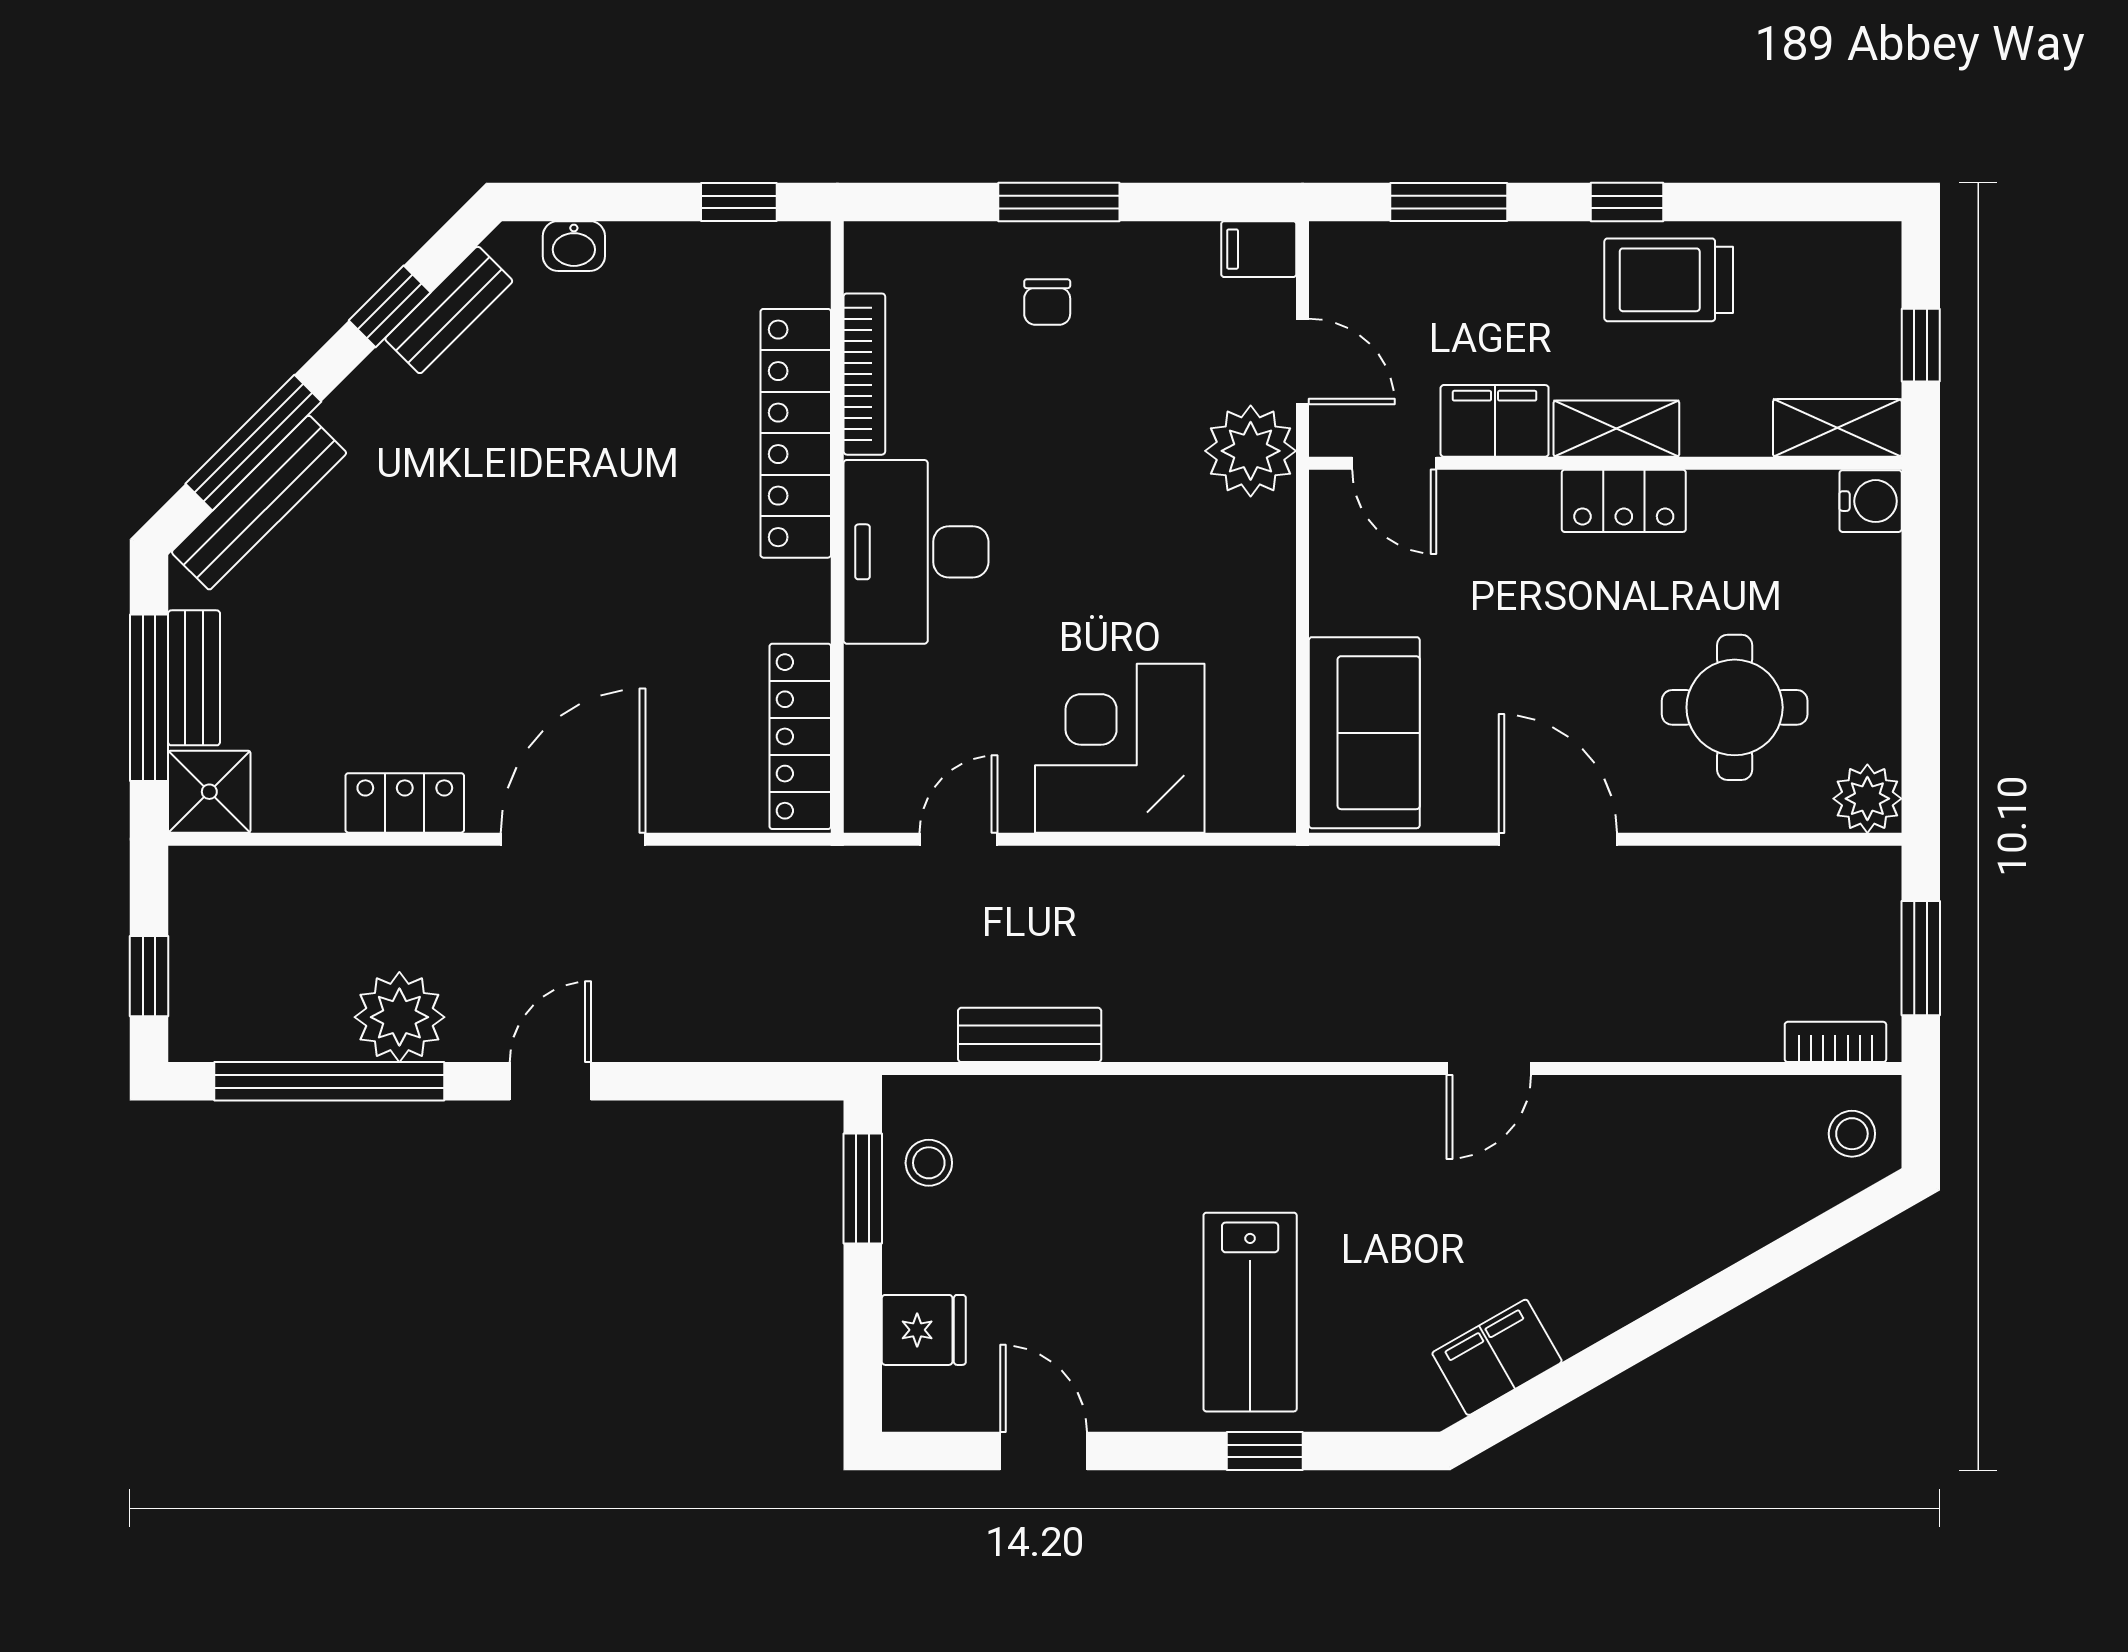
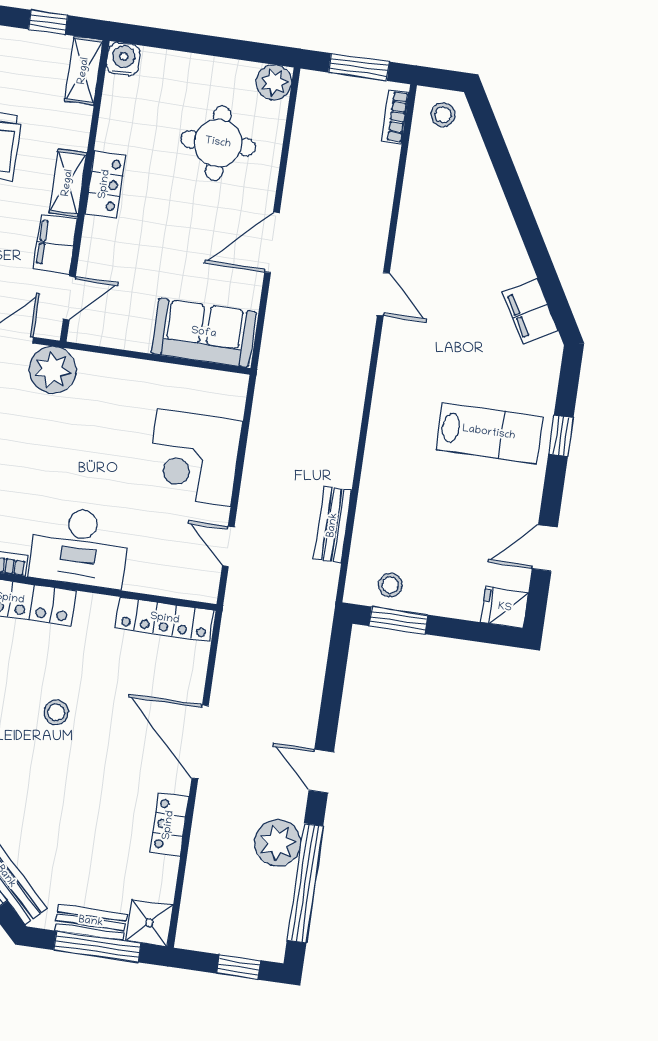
stool: (590, 553) -> (56, 712), added
fridge: (924, 1330) -> (505, 608), moved, turned -90

